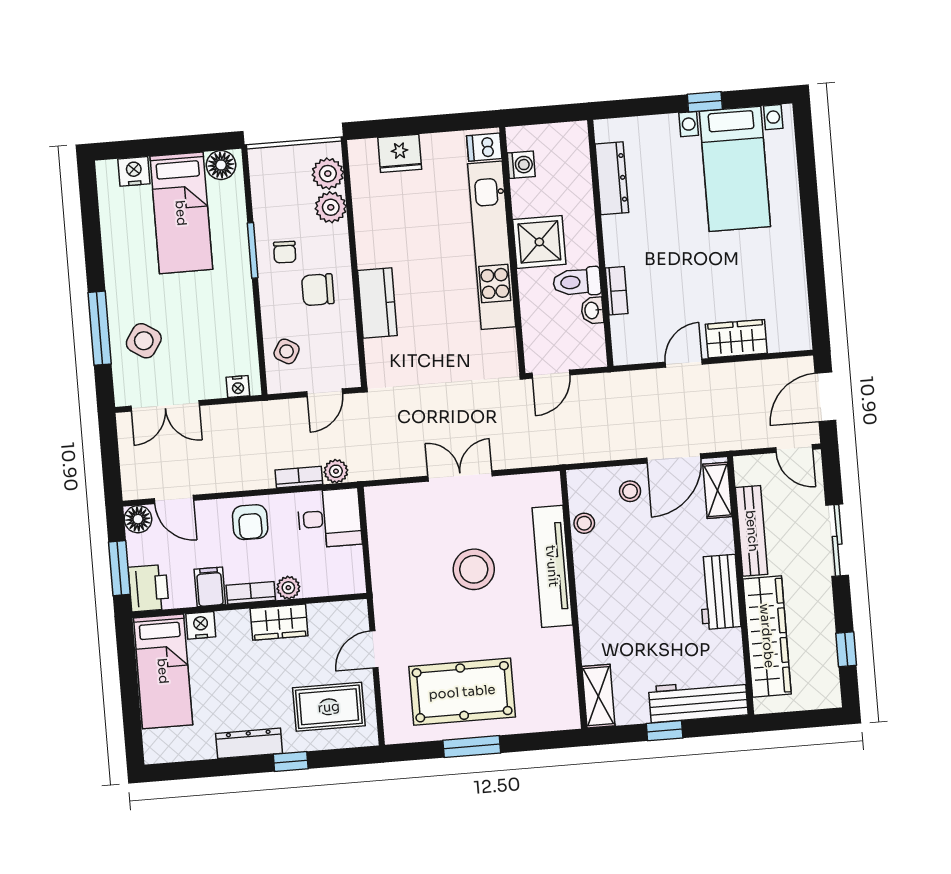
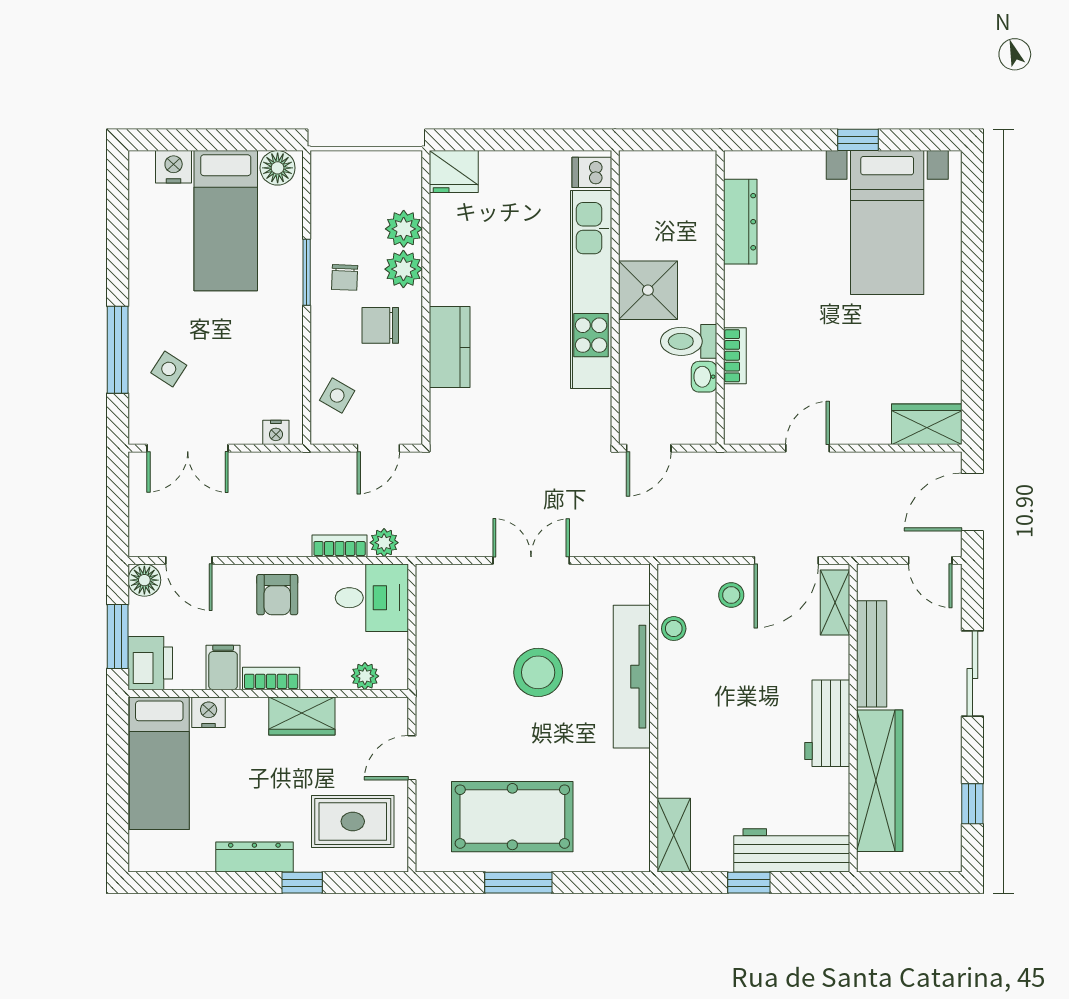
fridge: (400, 153) -> (454, 172), moved
washing machine: (521, 165) -> (634, 197), removed
plant: (328, 174) -> (403, 269), moved
wardrobe: (736, 339) -> (927, 424), moved
side table: (144, 341) -> (169, 369), width x0.73, depth x0.73
plant: (288, 588) -> (365, 676), moved

